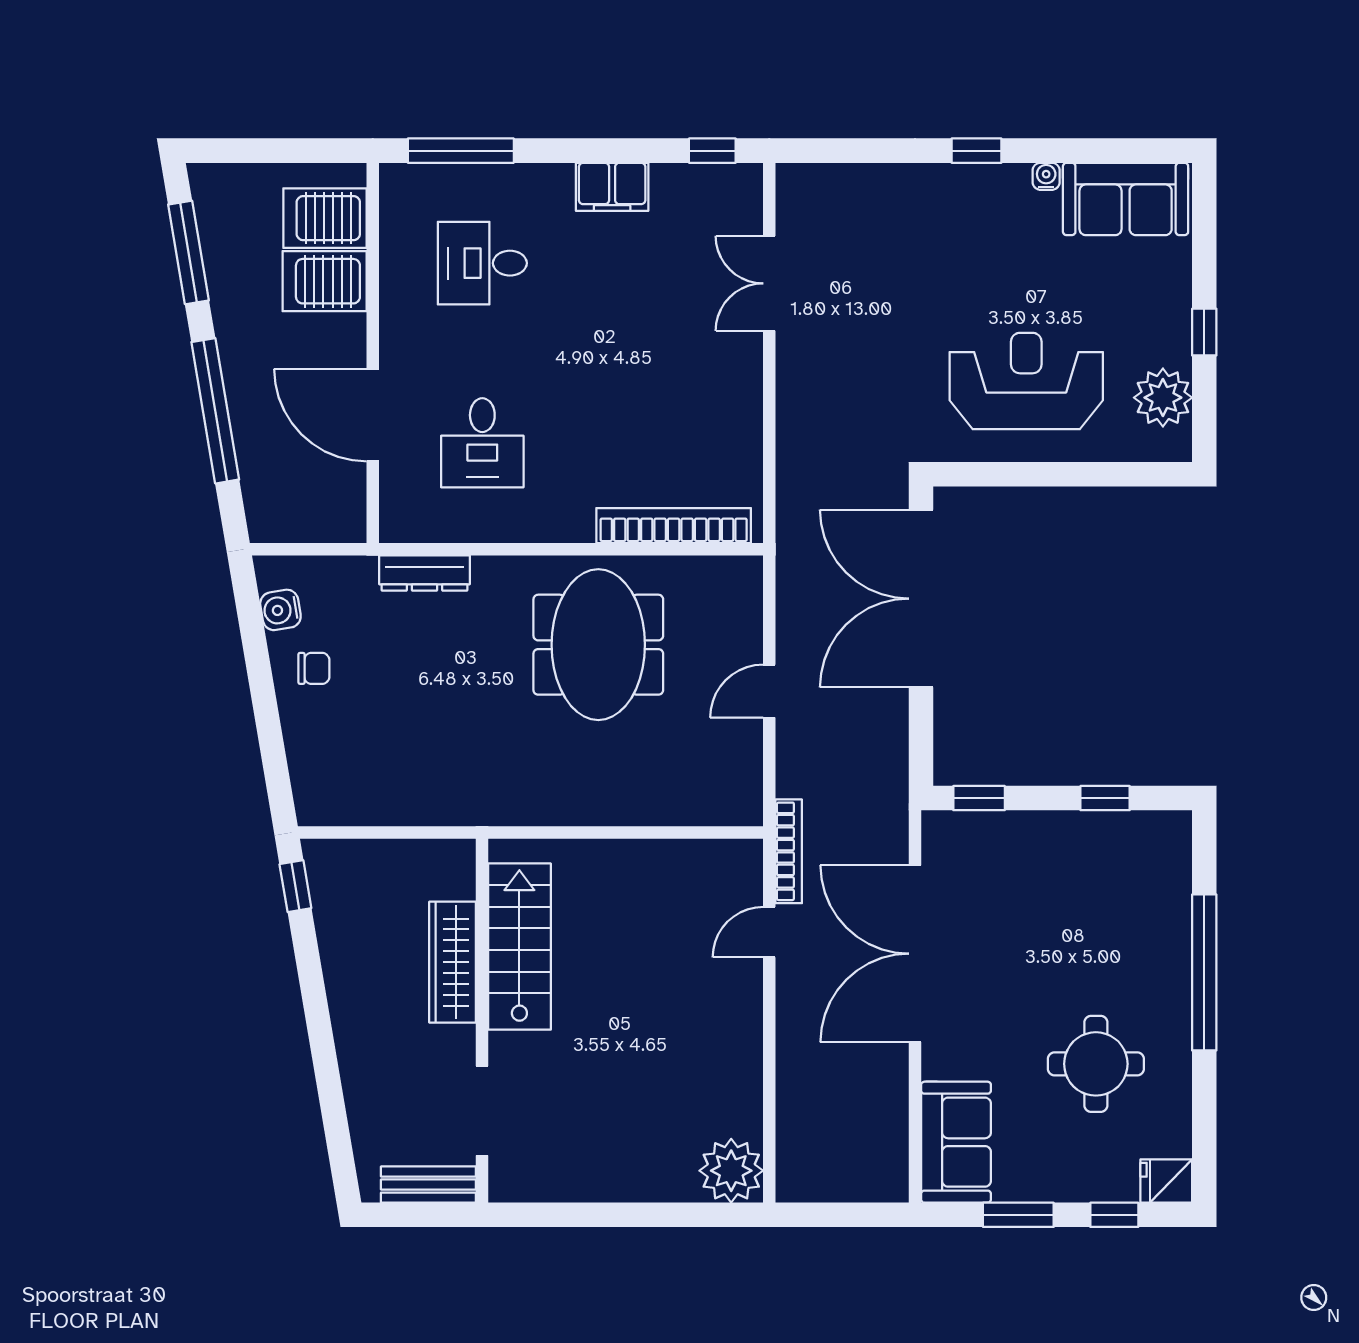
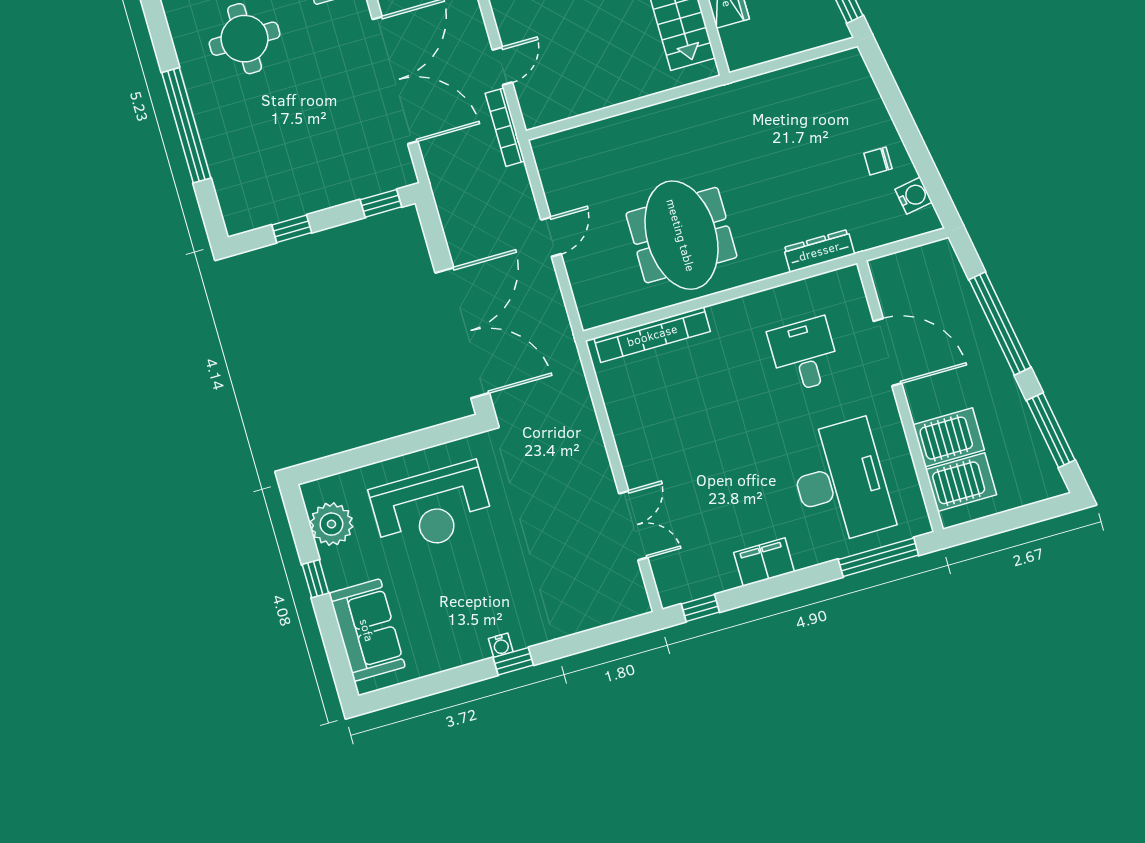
water cooler: (1046, 176) -> (501, 645), moved
sofa: (1126, 199) -> (367, 630), moved, turned 90
desk: (482, 263) -> (841, 482), width x1.87, depth x1.30

